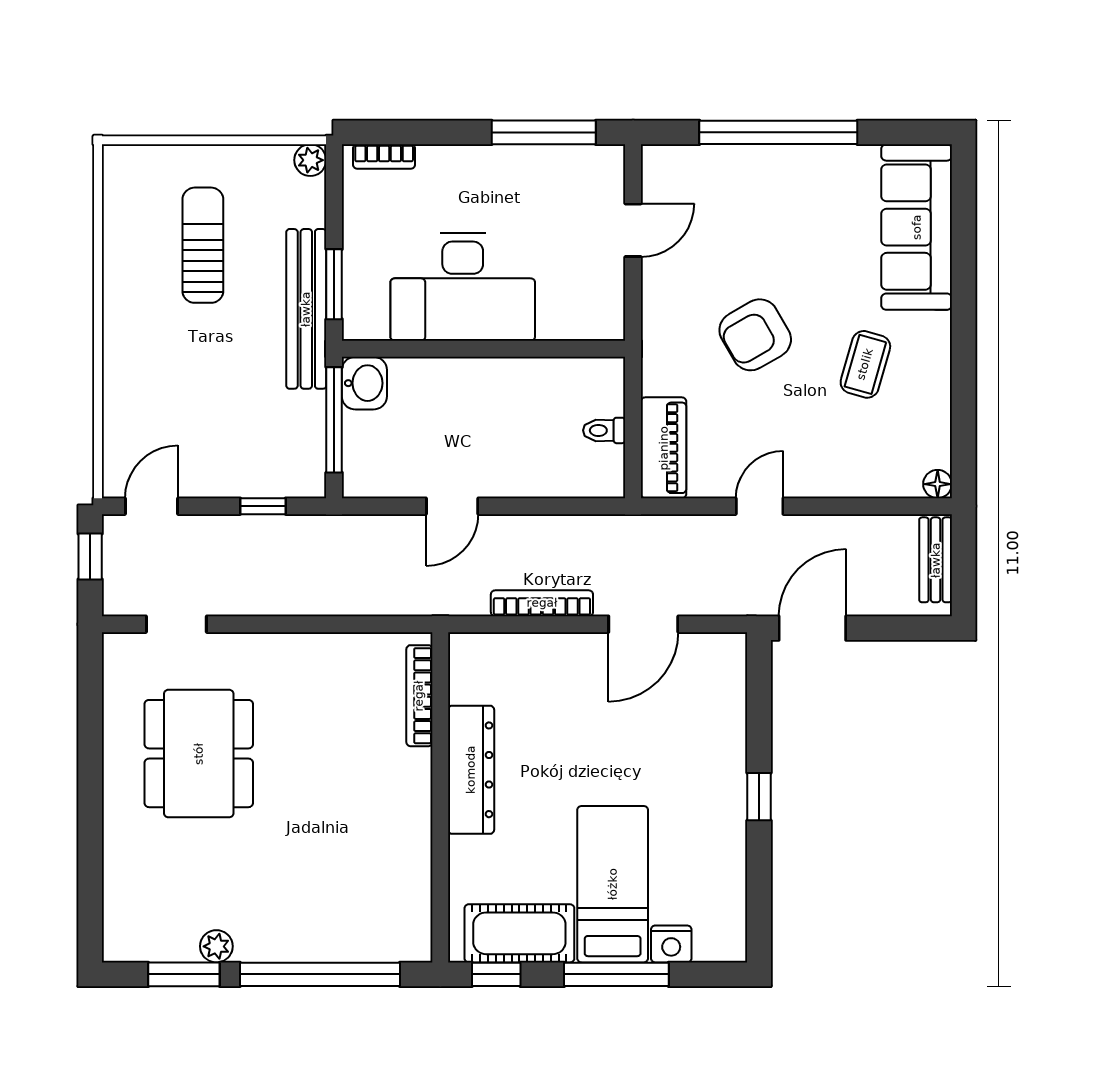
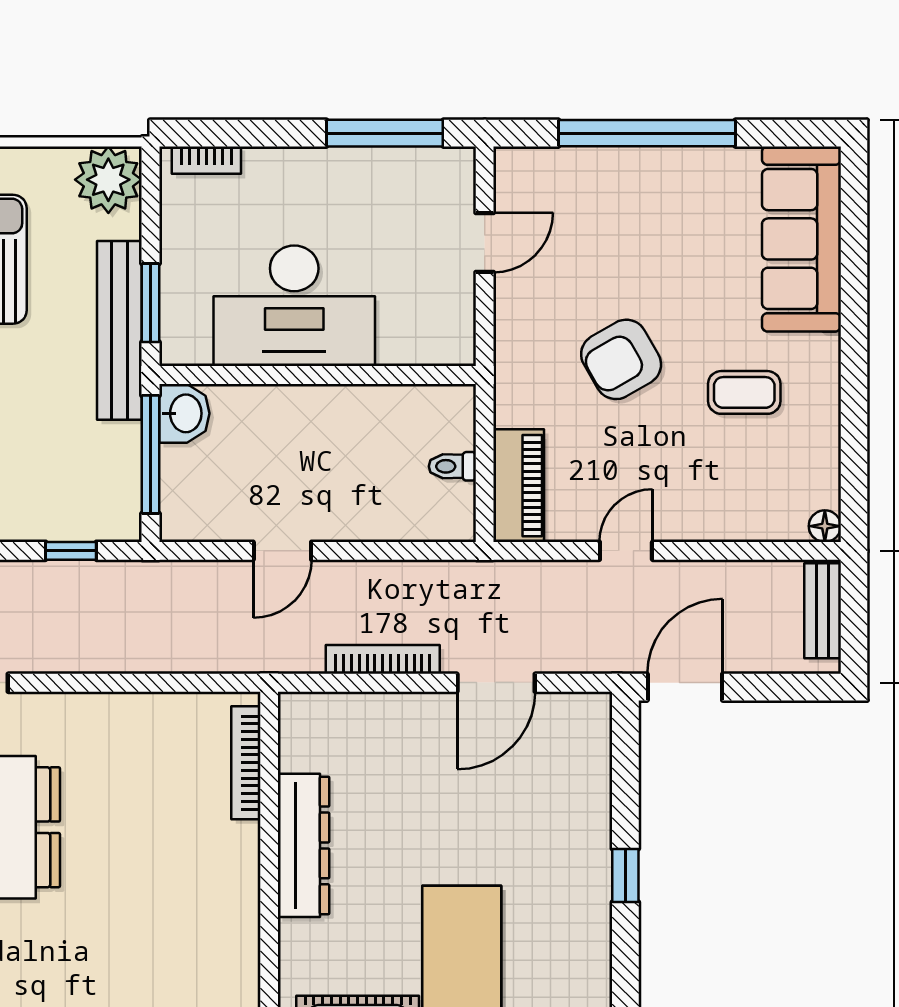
plant: (310, 160) -> (108, 180), width x1.88, depth x1.88
coffee table: (865, 364) -> (744, 392), turned 74

